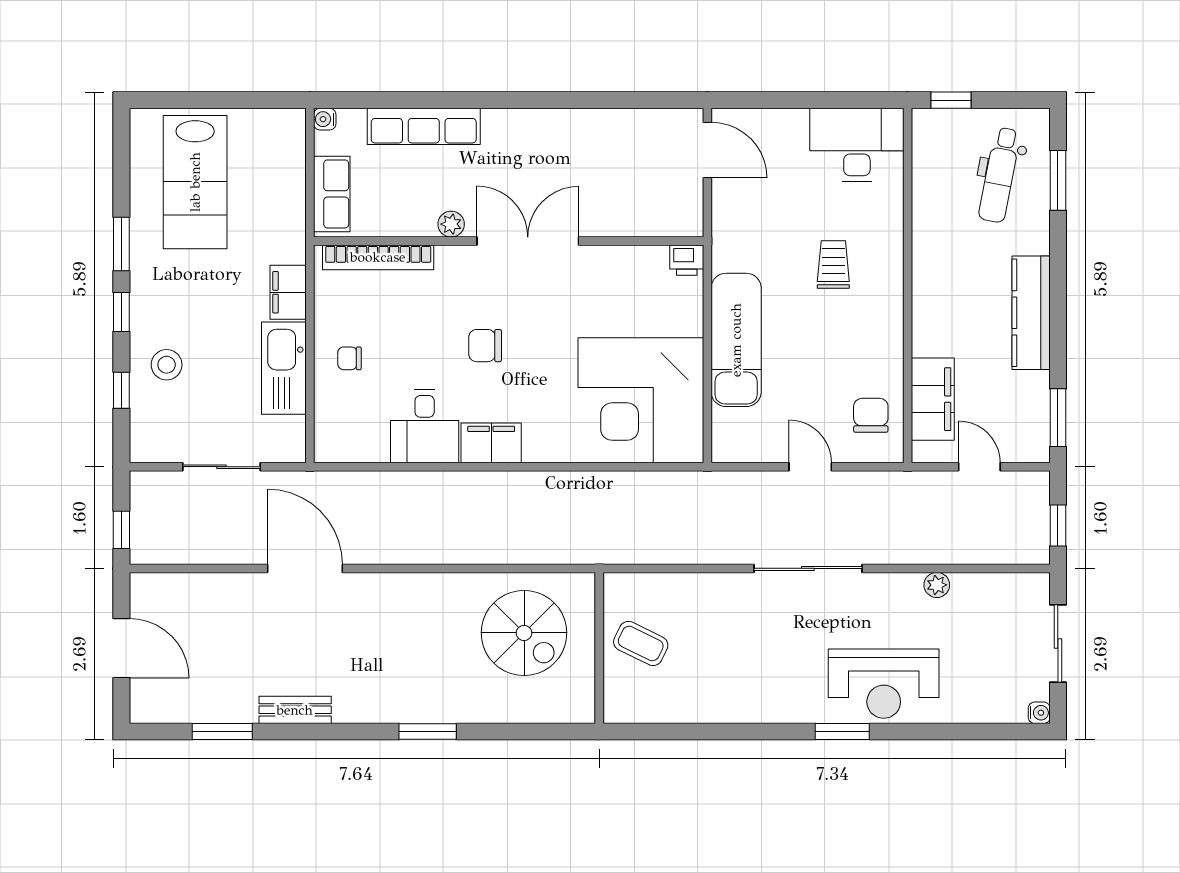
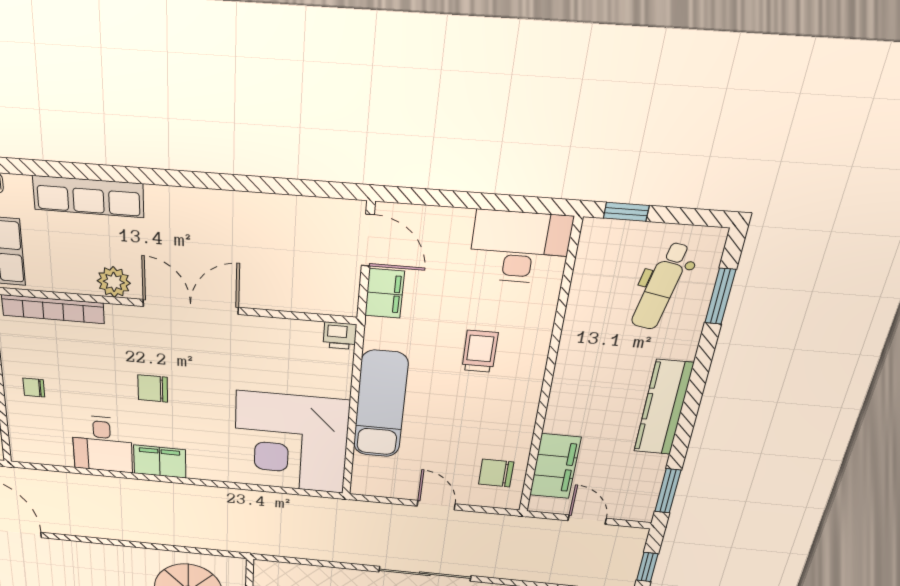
filing cabinet: (729, 207) -> (385, 293), added
plant: (451, 224) -> (114, 282), width x1.38, depth x1.38
chair: (871, 415) -> (496, 473), turned -90

